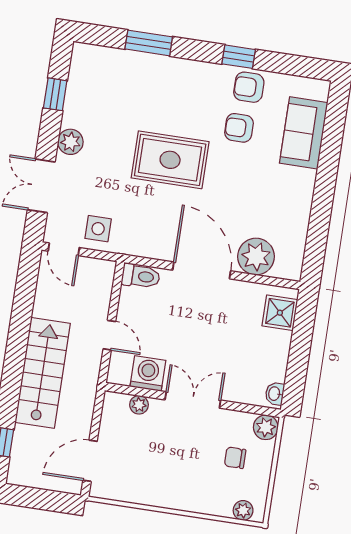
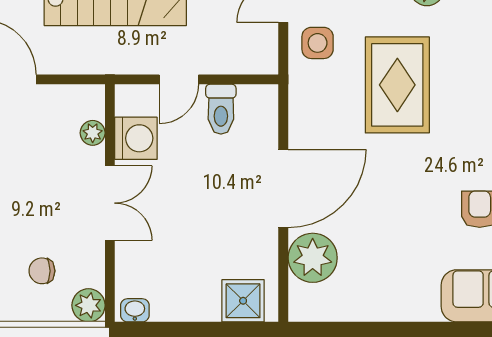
rug: (170, 160) -> (397, 85), moved
toilet: (141, 276) -> (221, 109), moved
chair: (235, 458) -> (42, 271), turned -90

